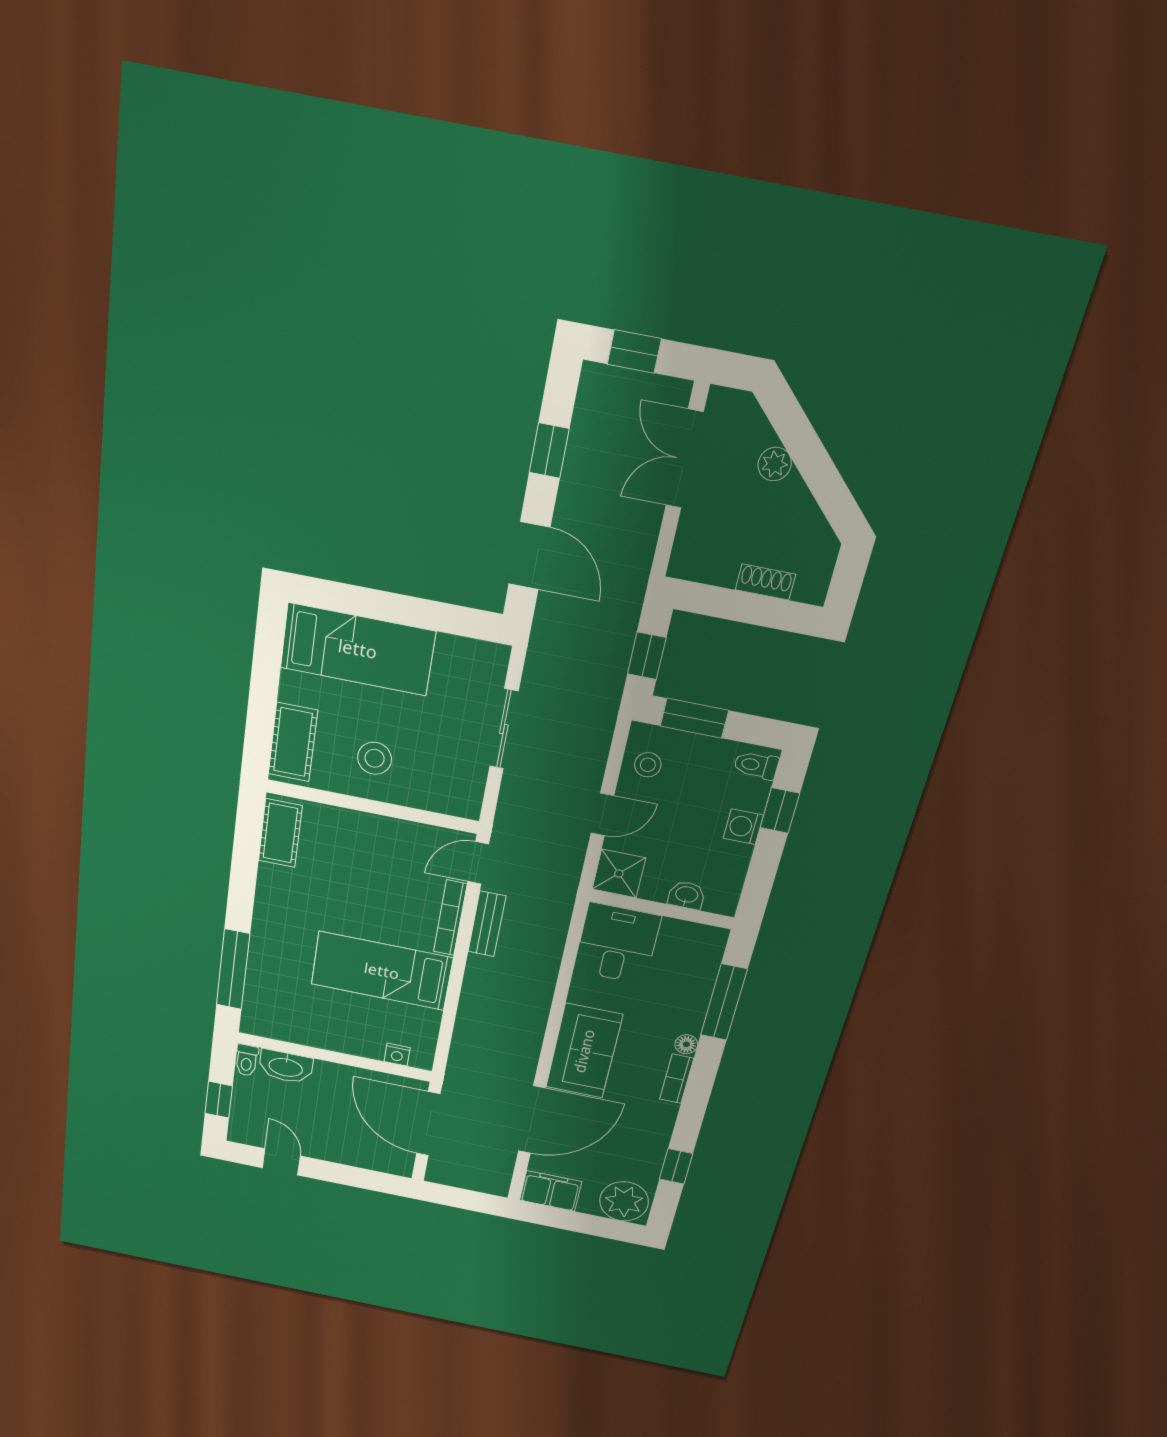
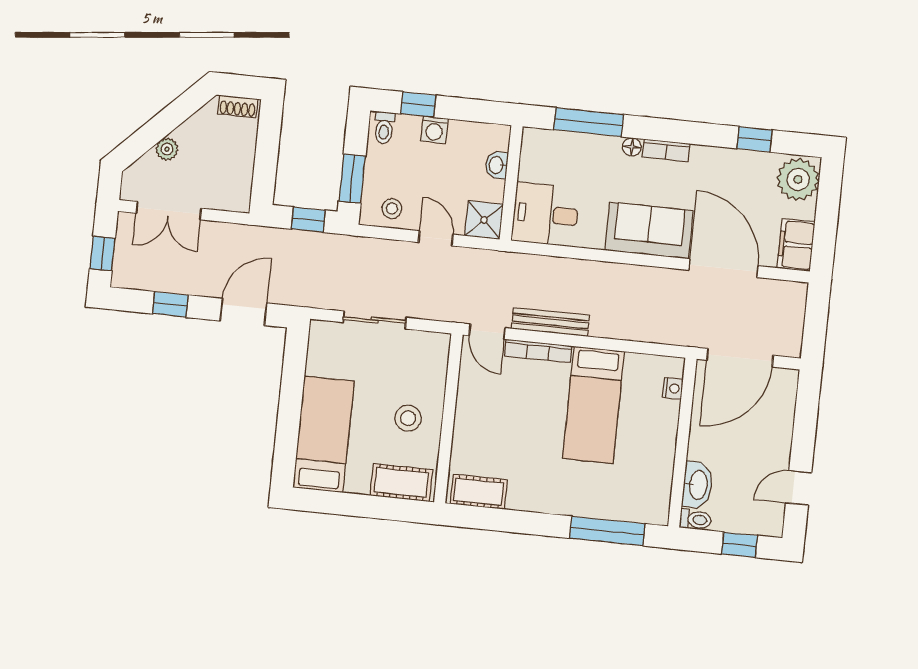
shoe rack: (766, 582) -> (238, 106), moved, turned -90
bench: (487, 924) -> (550, 322), width x1.36

